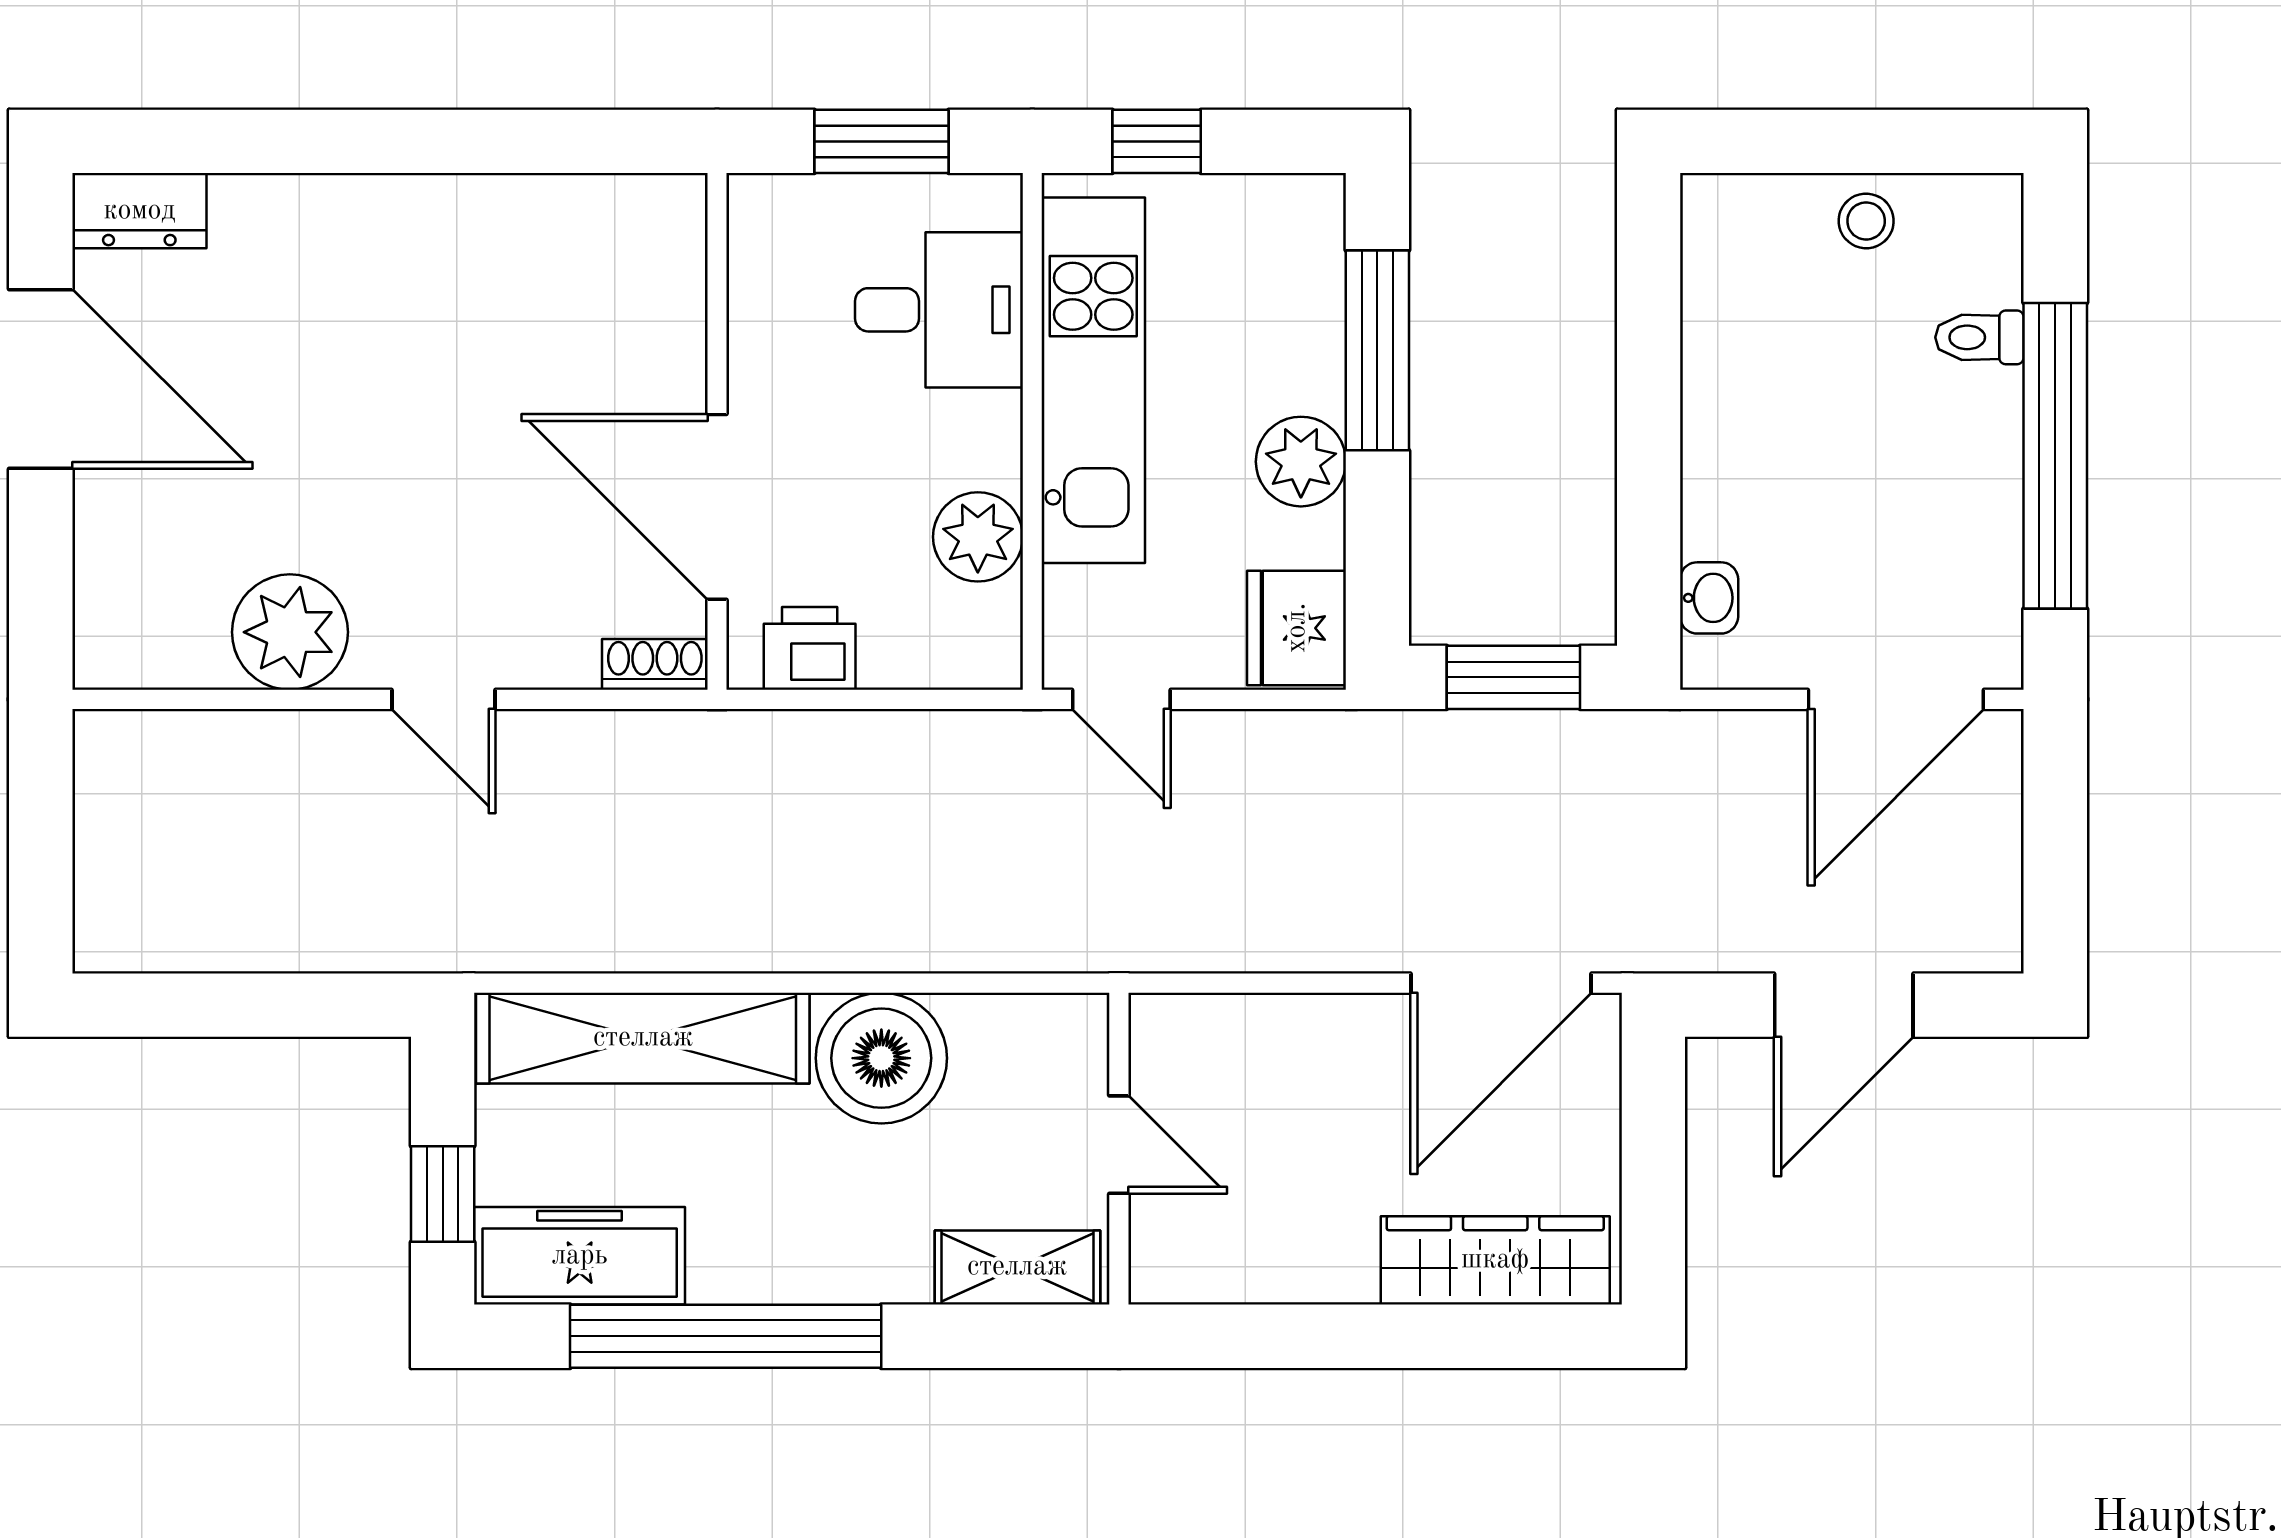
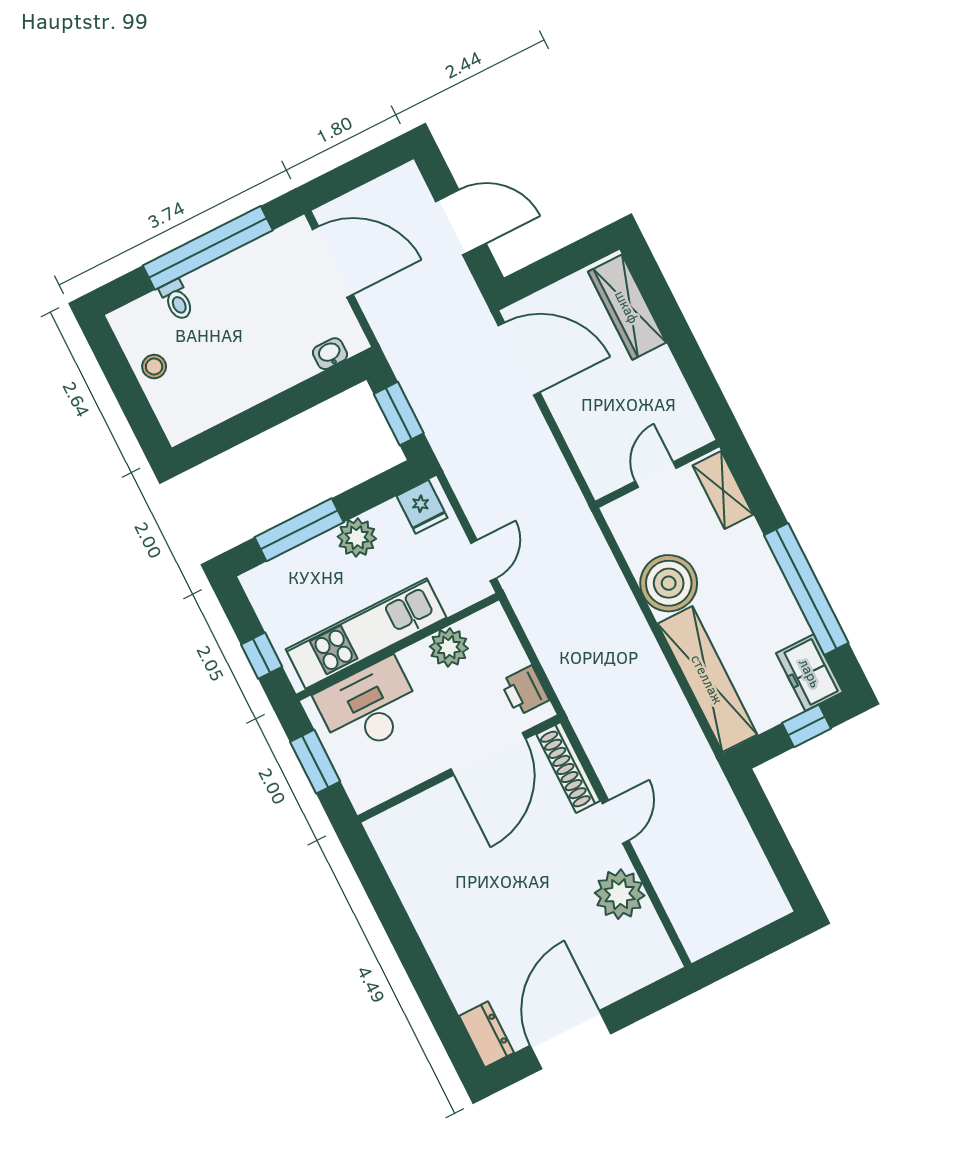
desk: (939, 310) -> (369, 707), width x1.37
fridge: (1297, 628) -> (422, 507), width x0.72
shoe rack: (655, 664) -> (568, 768), width x1.94, depth x1.24
freezer: (580, 1256) -> (810, 673), width x0.71

